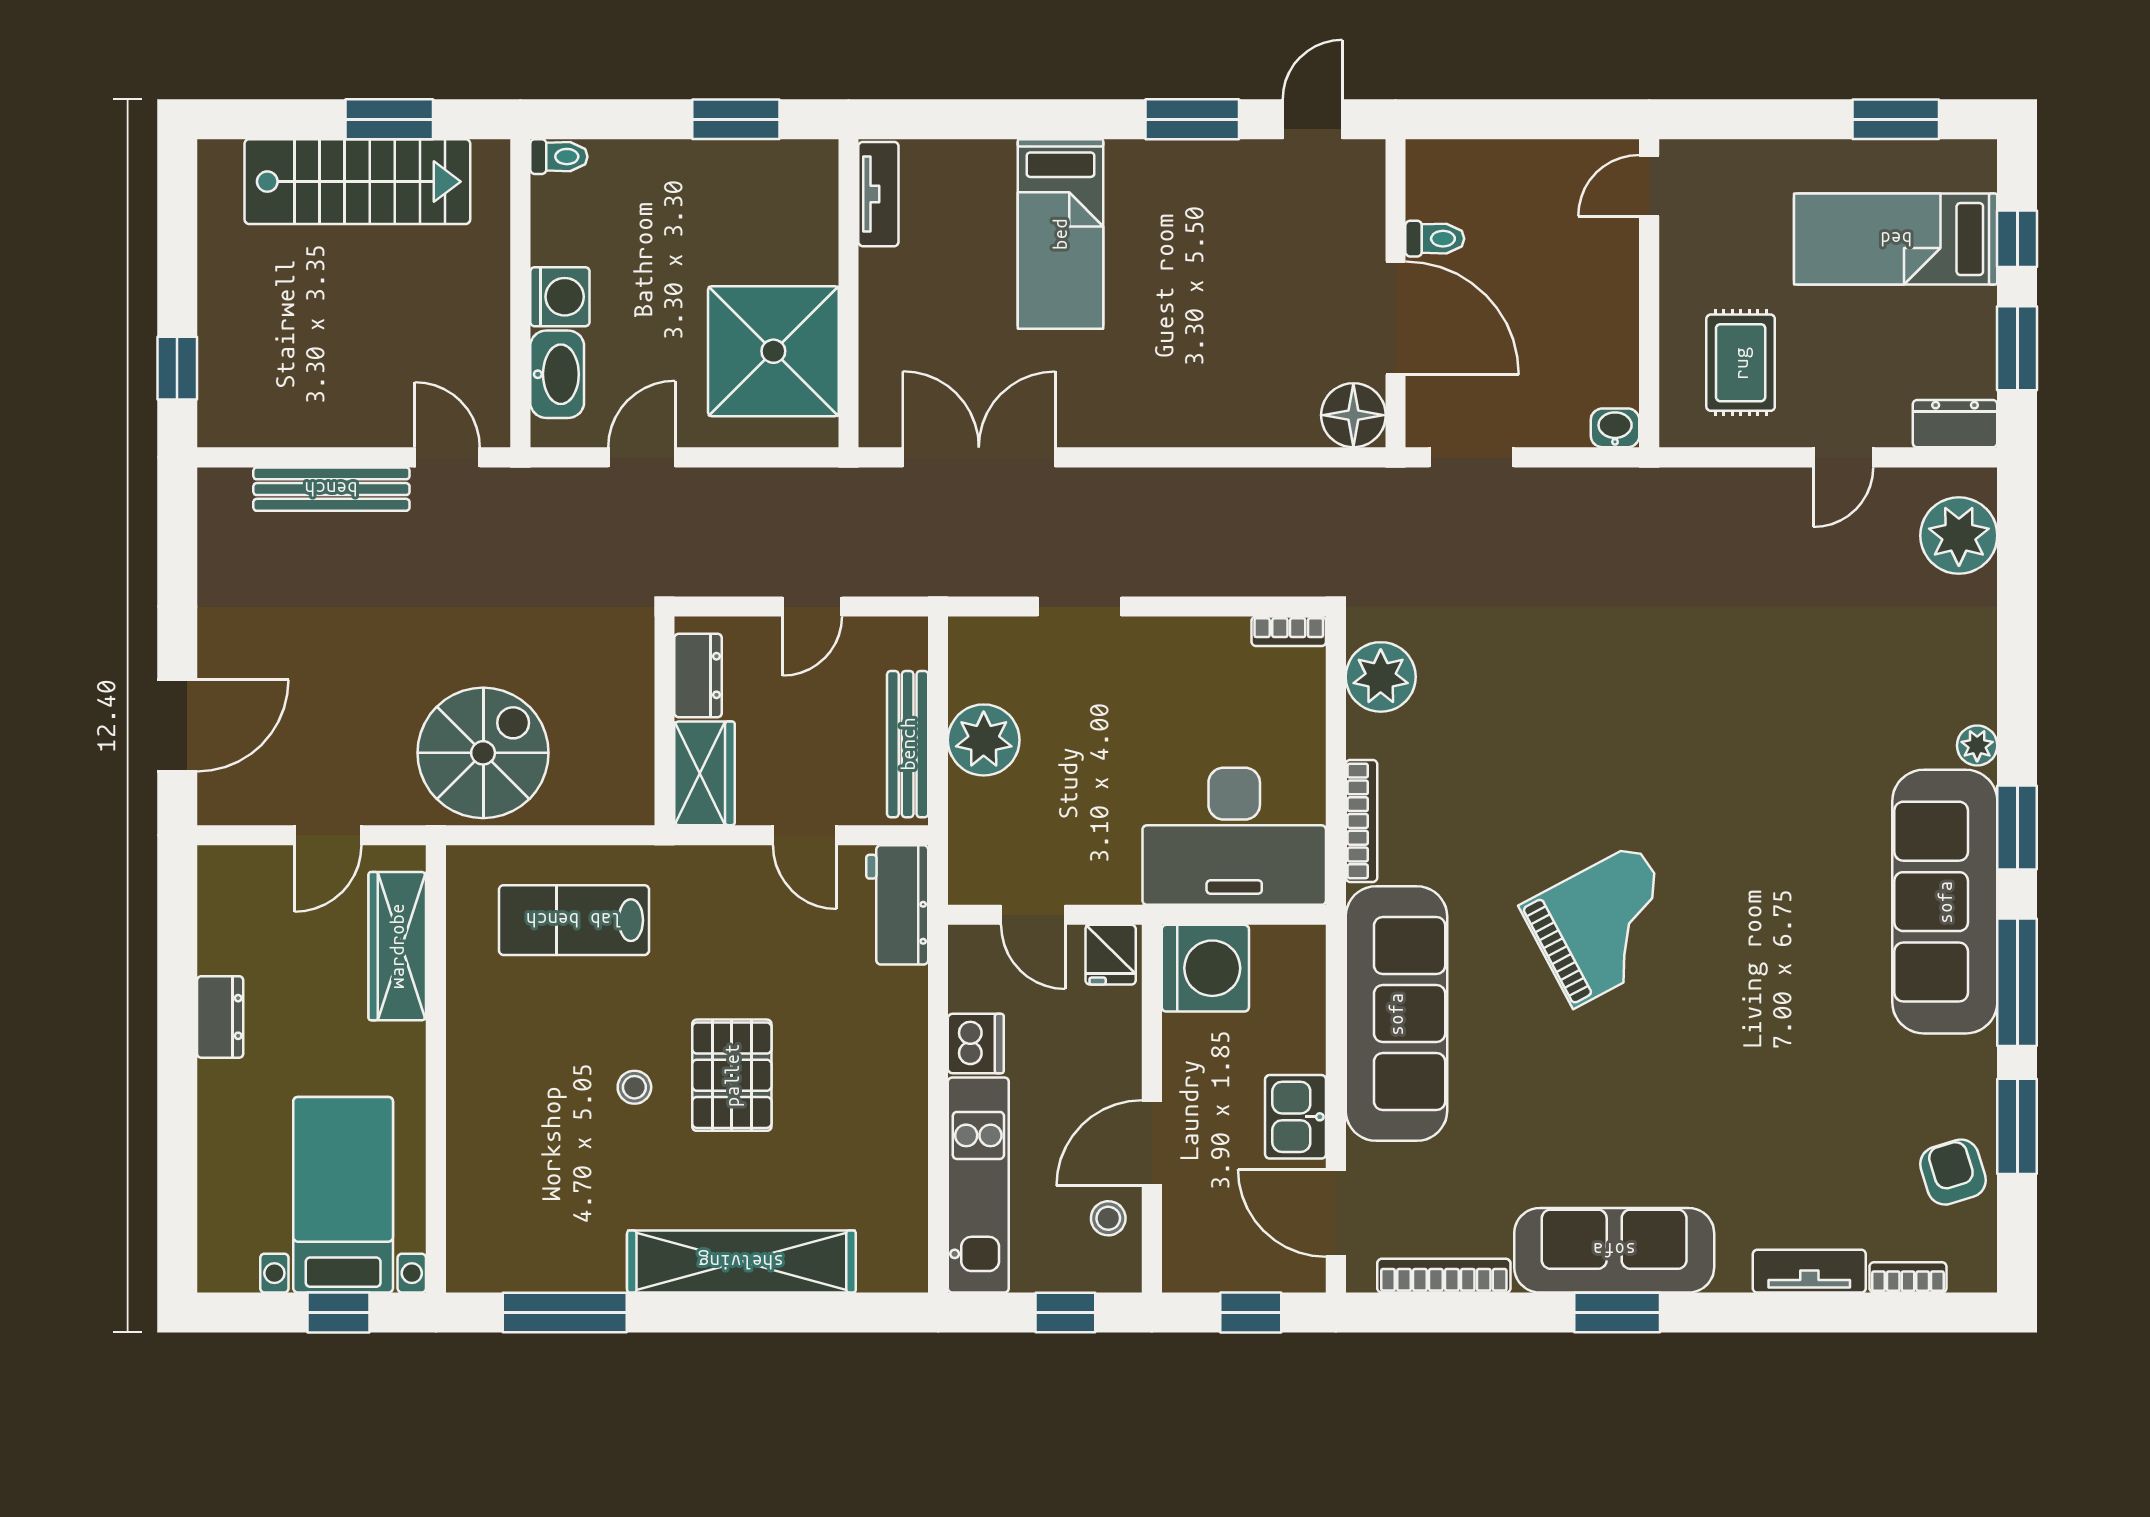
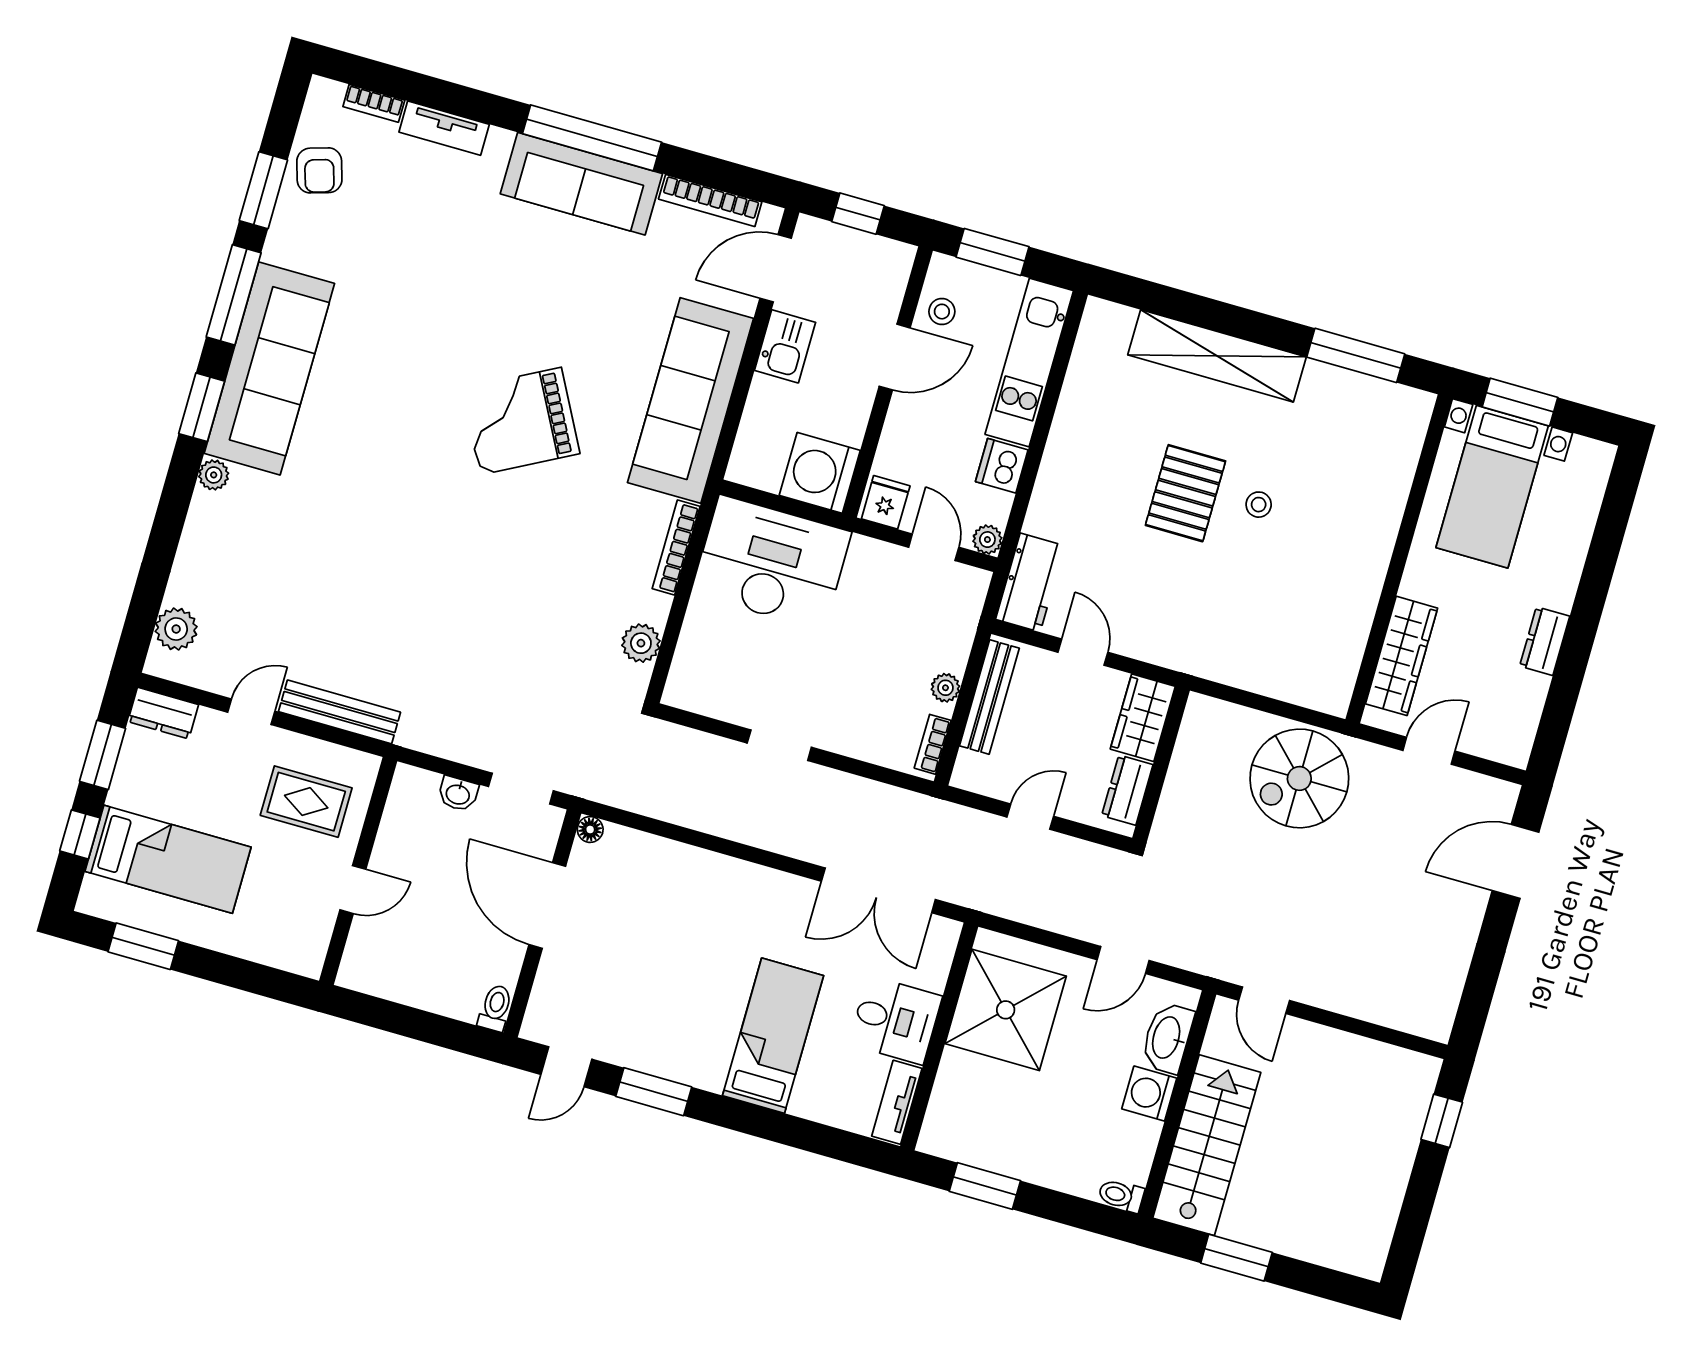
stairs: (357, 182) -> (1207, 1145), moved, turned 90
door: (1649, 186) -> (353, 890), moved
toilet: (1435, 239) -> (495, 1008), moved, turned 90
desk: (910, 298) -> (895, 1020), added
rug: (1741, 363) -> (306, 802), turned 90
floor lamp: (1353, 415) -> (590, 829), width x0.53, depth x0.53
washbasin: (1615, 428) -> (458, 794), moved
bench: (331, 489) -> (339, 712), moved
plant: (1959, 536) -> (176, 629), width x0.73, depth x0.73
doorway: (1079, 606) -> (779, 745), moved
bookcase: (1289, 631) -> (933, 744), moved, turned -90
plant: (1381, 677) -> (641, 643), width x0.73, depth x0.73
plant: (984, 740) -> (945, 688), width x0.53, depth x0.53
lab bench: (574, 920) -> (1268, 638), removed
plant: (967, 944) -> (987, 540), added
door: (1336, 1213) -> (776, 268), swing flipped
window: (338, 1313) -> (1520, 402), width x1.50
window: (1065, 1313) -> (993, 252), width x1.50
window: (1617, 1313) -> (592, 138), width x2.11

